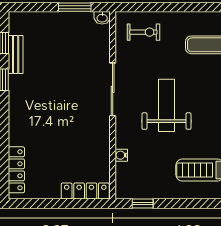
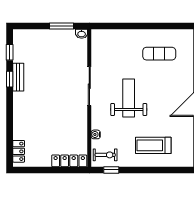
exercise bike: (143, 32) -> (105, 155), moved
bench: (16, 54) -> (18, 77), moved
locker: (16, 170) -> (19, 151), width x0.66

